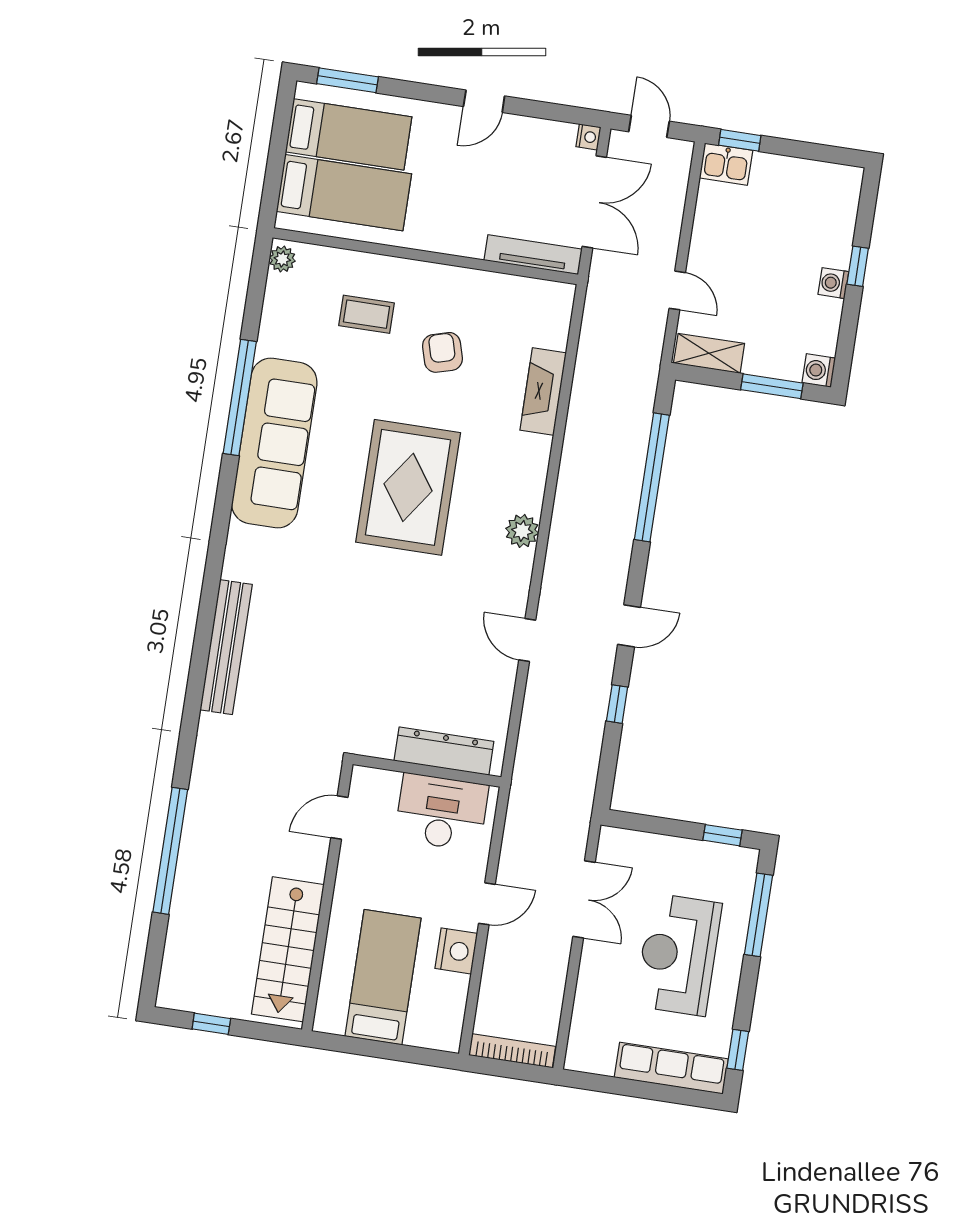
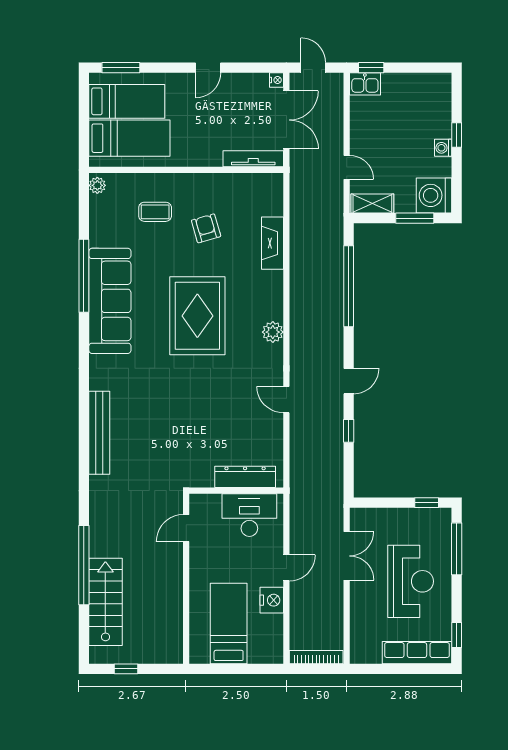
washing machine: (819, 370) -> (434, 195), width x1.89, depth x1.89
stairs: (288, 949) -> (105, 602), moved, turned 180
reception desk: (678, 955) -> (411, 581), turned 180

